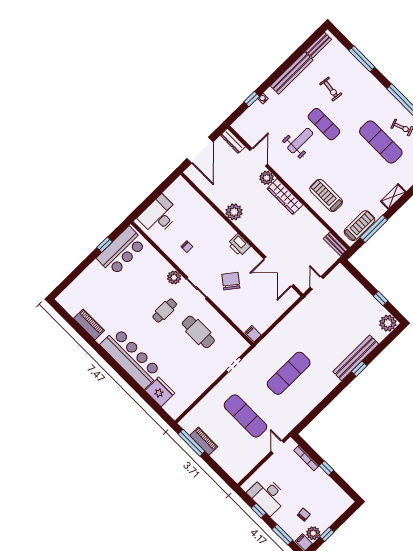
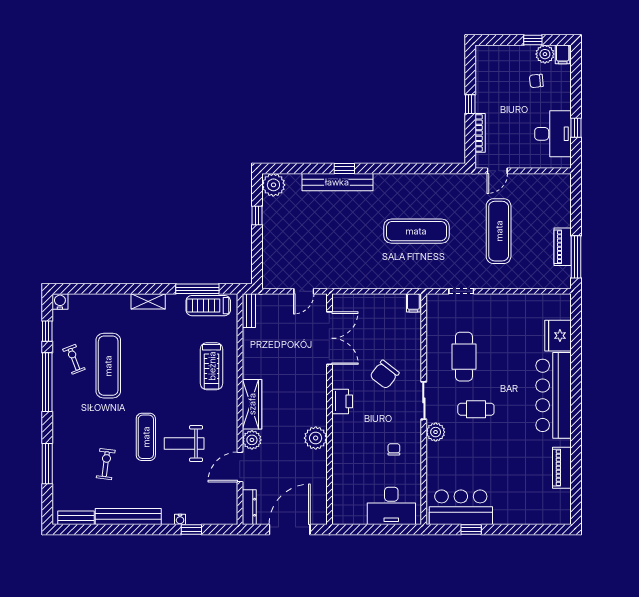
window: (282, 535) -> (576, 82), removed

